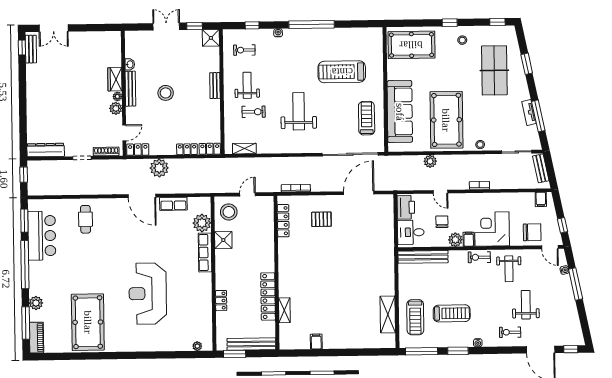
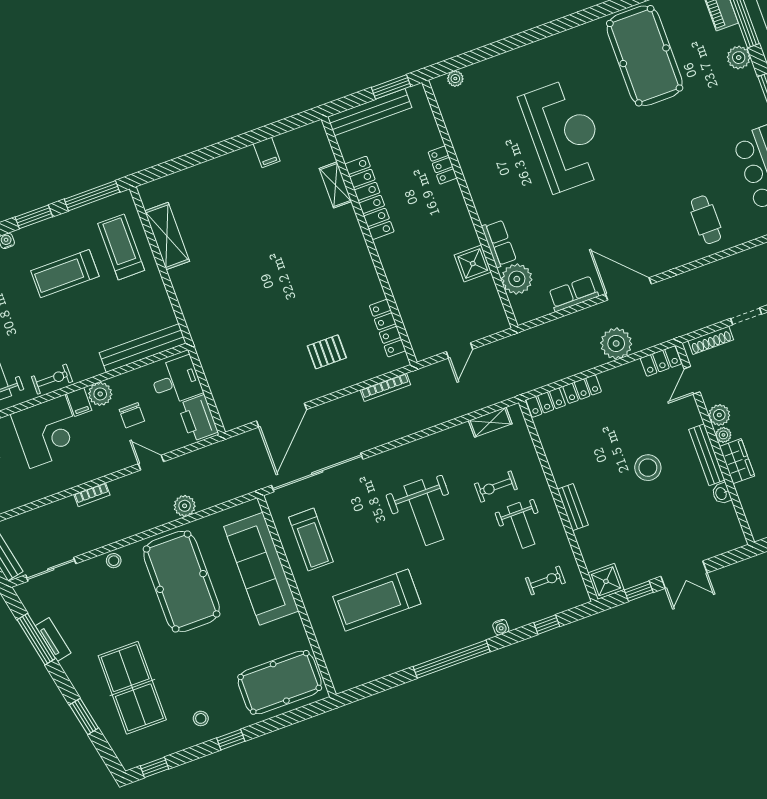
treadmill: (342, 72) -> (377, 600), turned 180
stool: (229, 212) -> (480, 312), removed
row of seats: (205, 252) -> (499, 243), width x0.68

